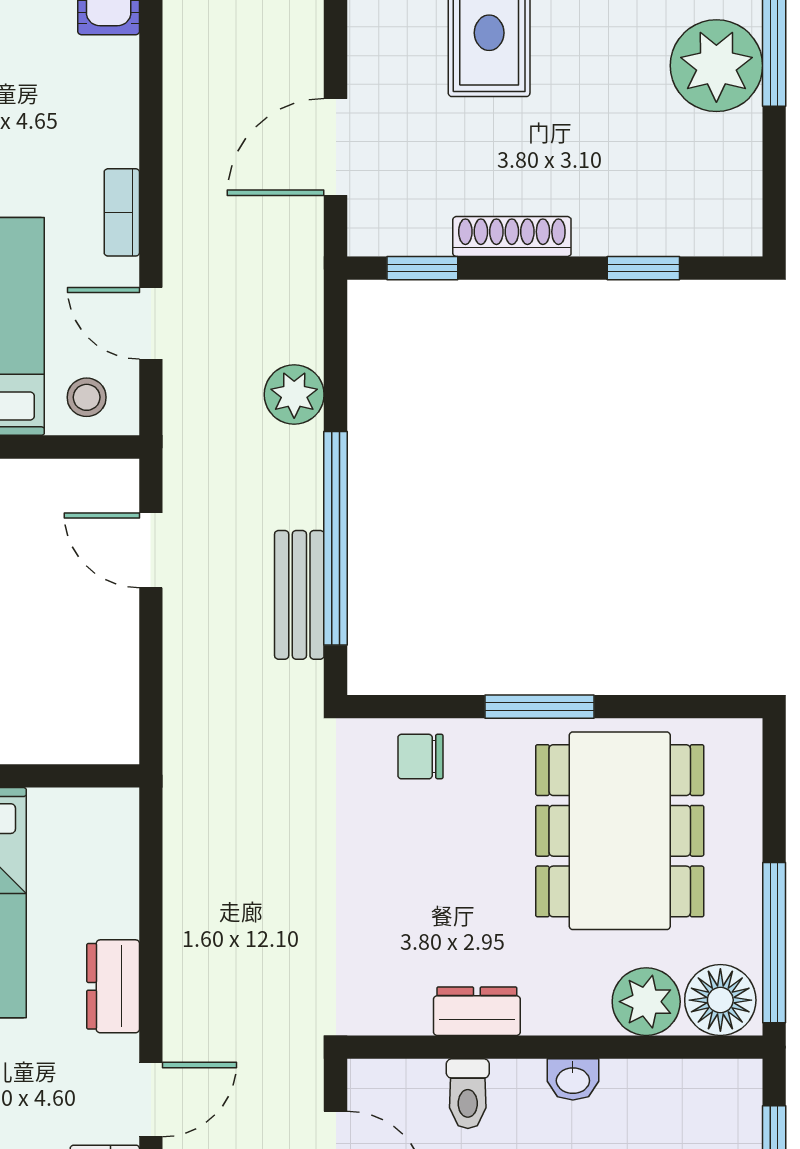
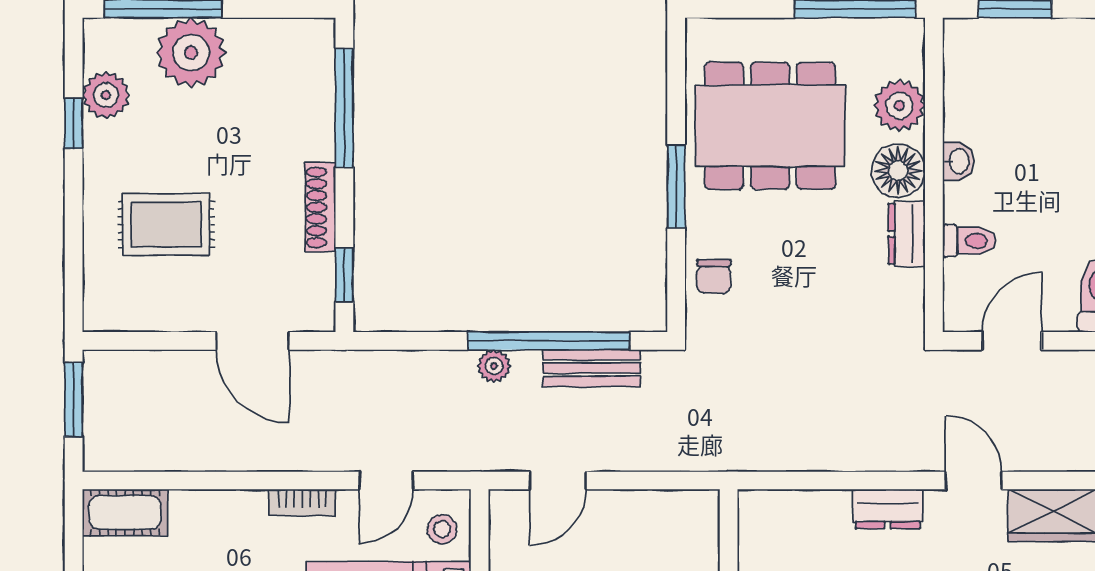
window: (643, 268) -> (344, 108), width x2.17
plant: (294, 395) -> (494, 366), moved, width x0.73, depth x0.73
floor lamp: (720, 1000) -> (898, 171), moved

